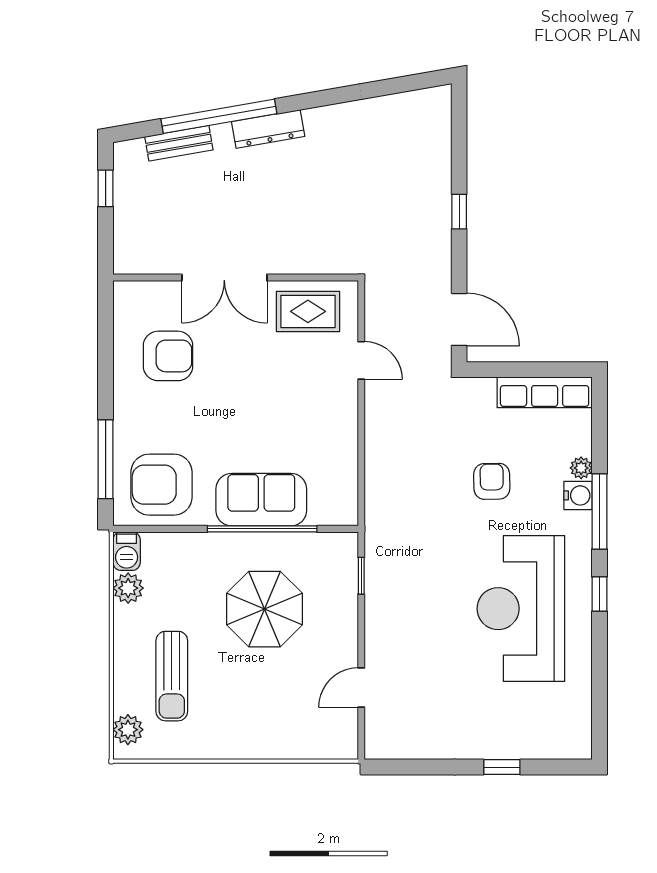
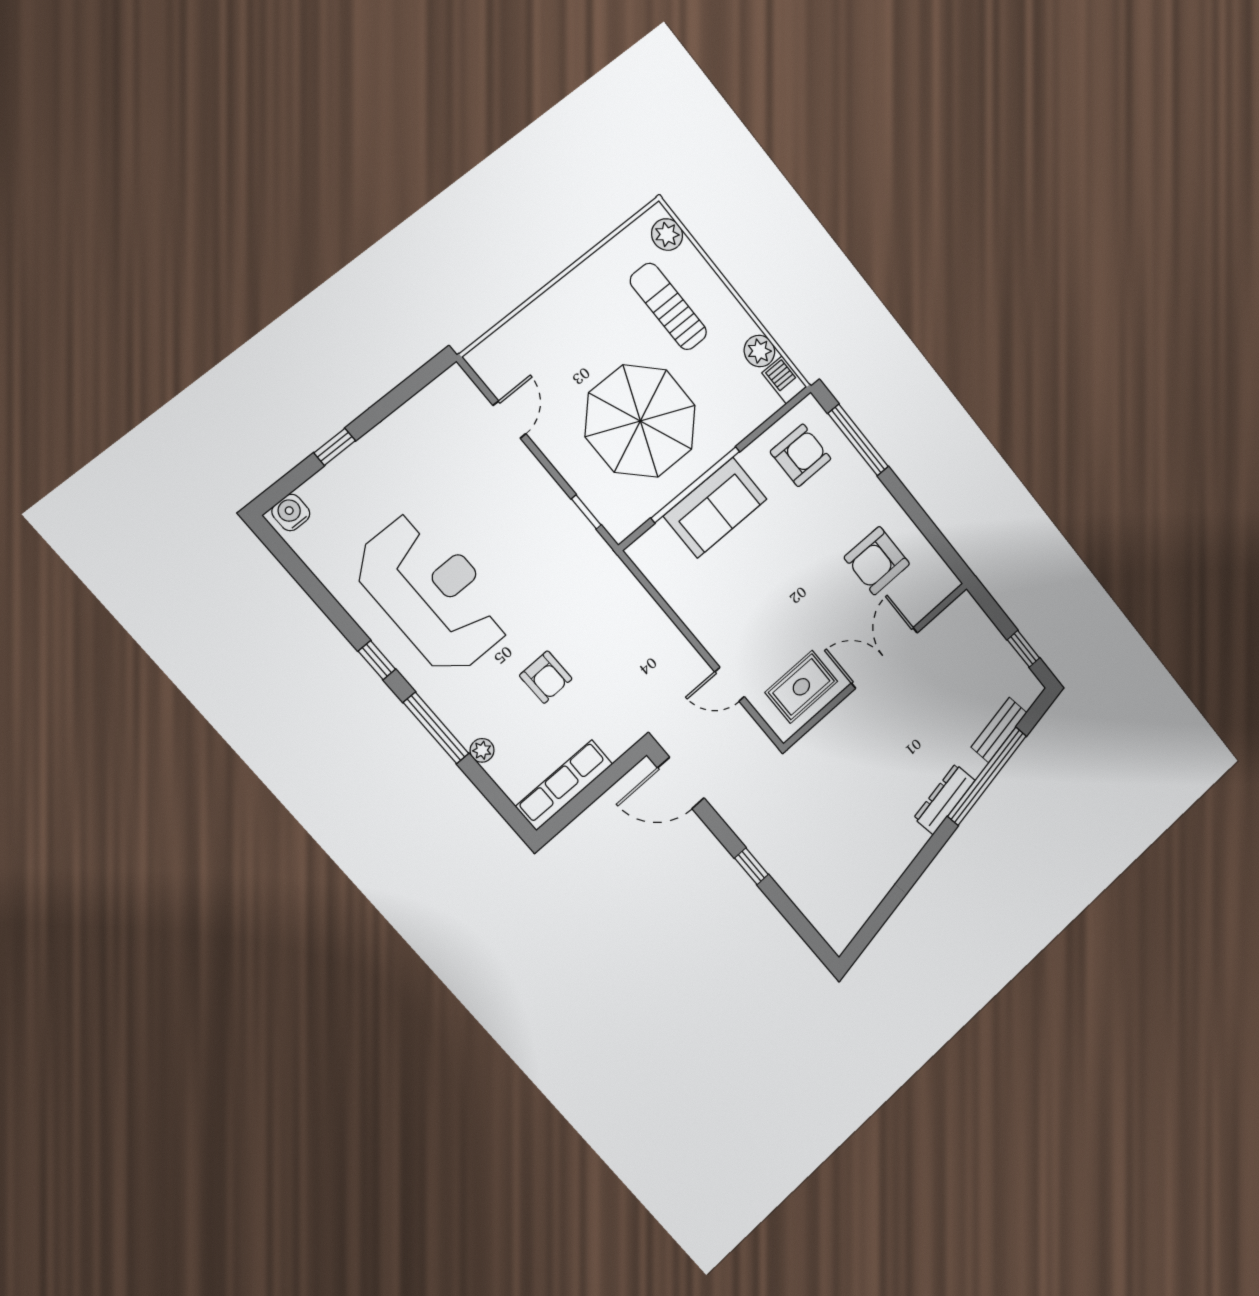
armchair: (162, 485) -> (801, 455), width x0.73, depth x0.73
water cooler: (578, 495) -> (291, 513), moved, turned 90
parasol: (265, 609) -> (640, 421), width x1.36, depth x1.36

